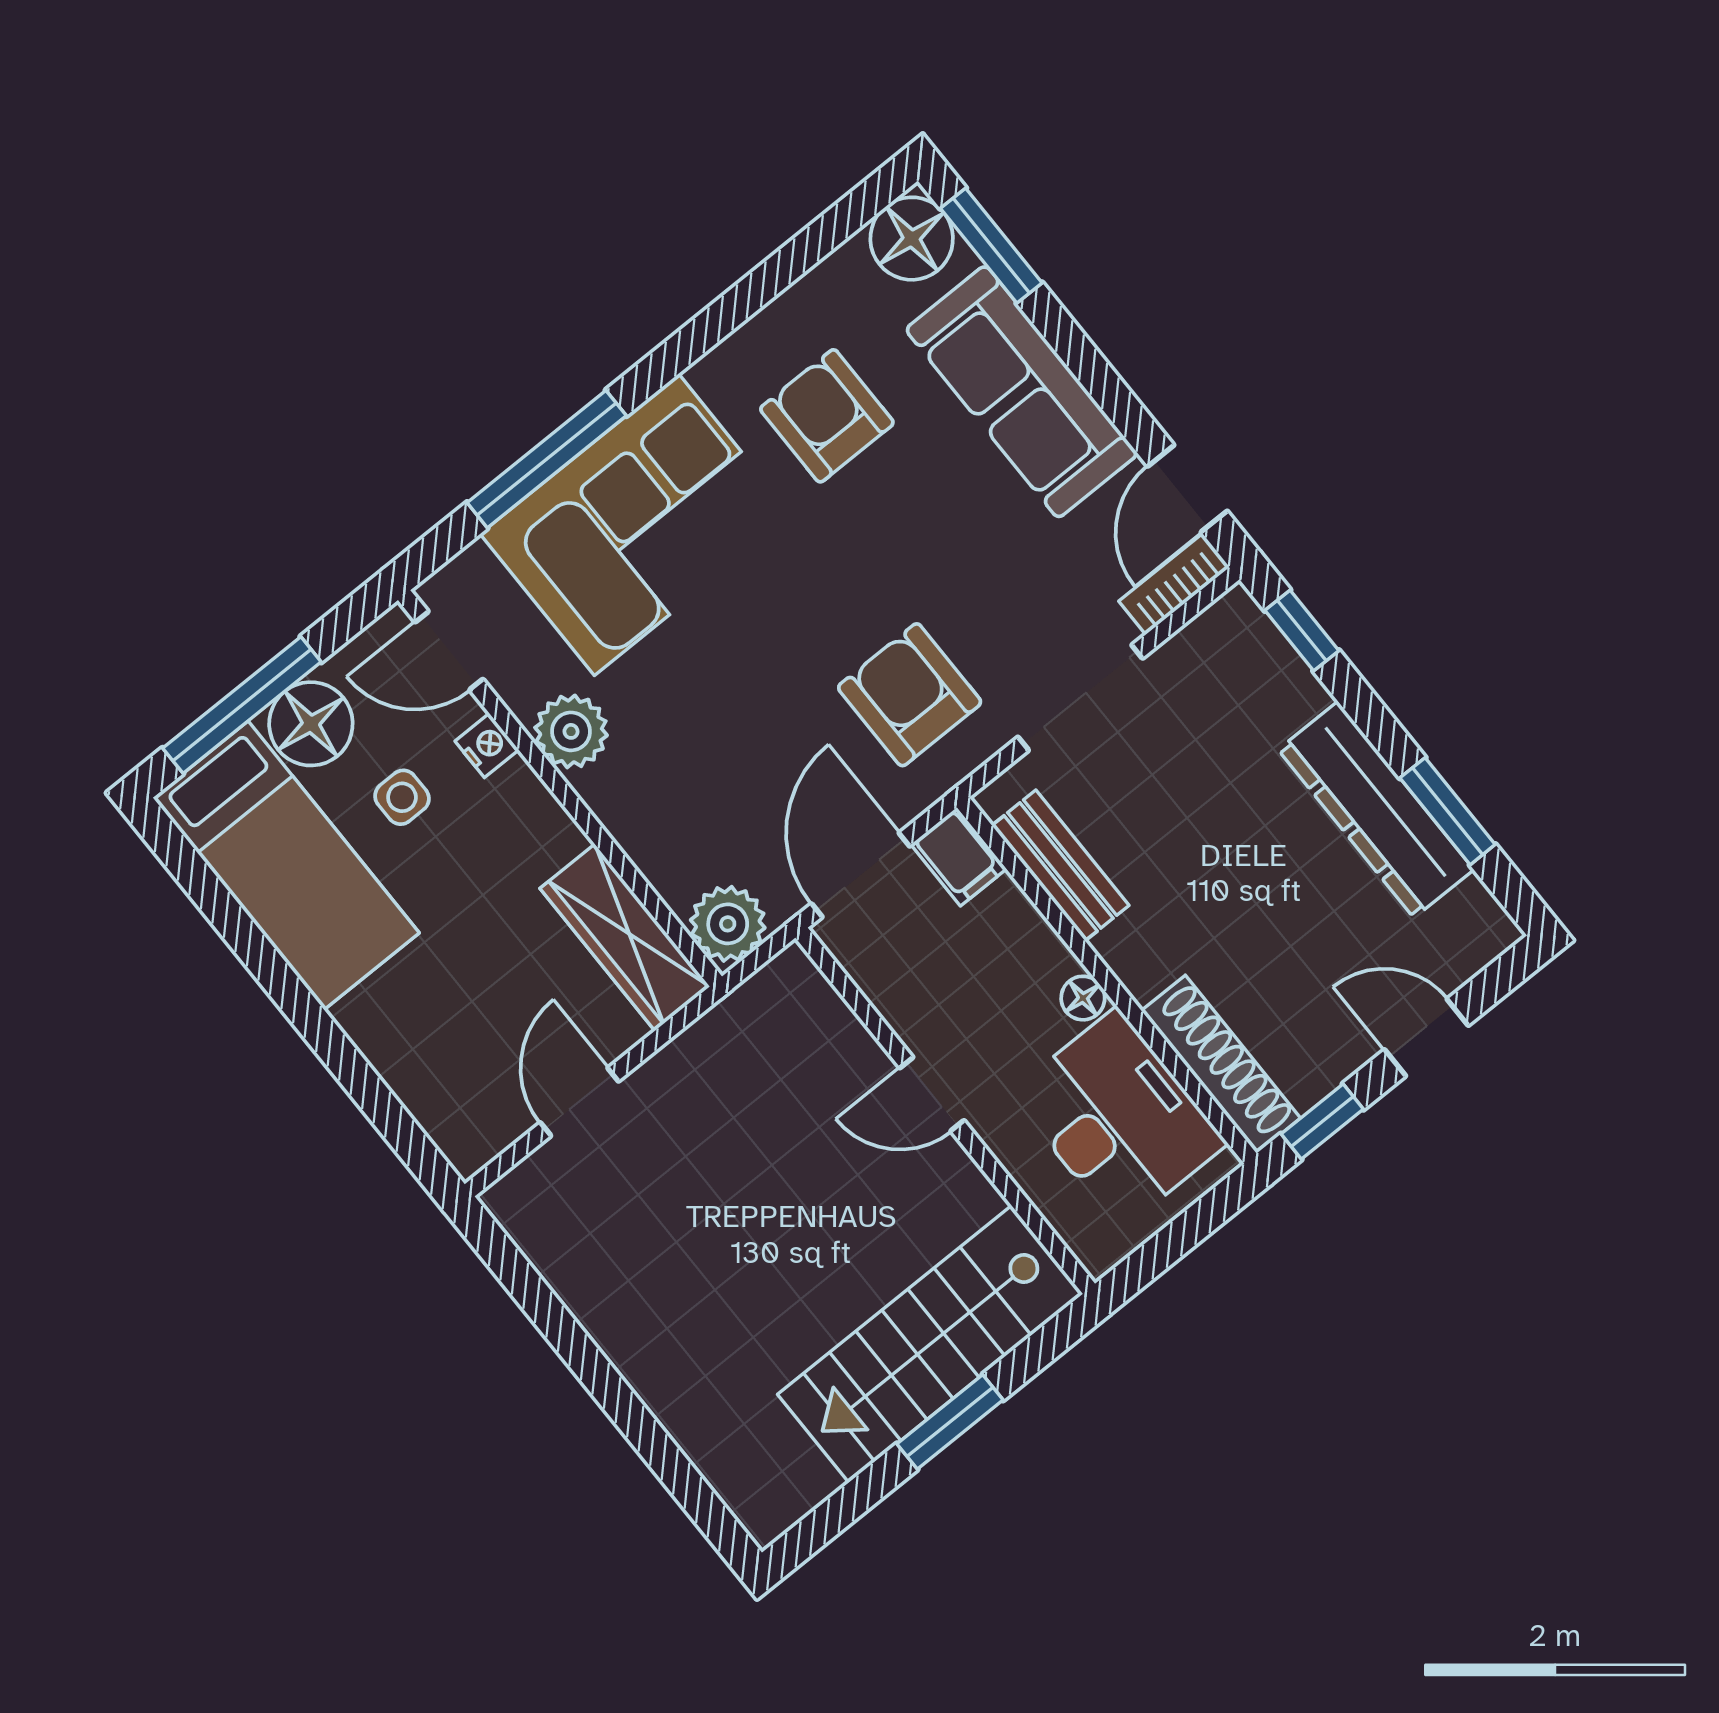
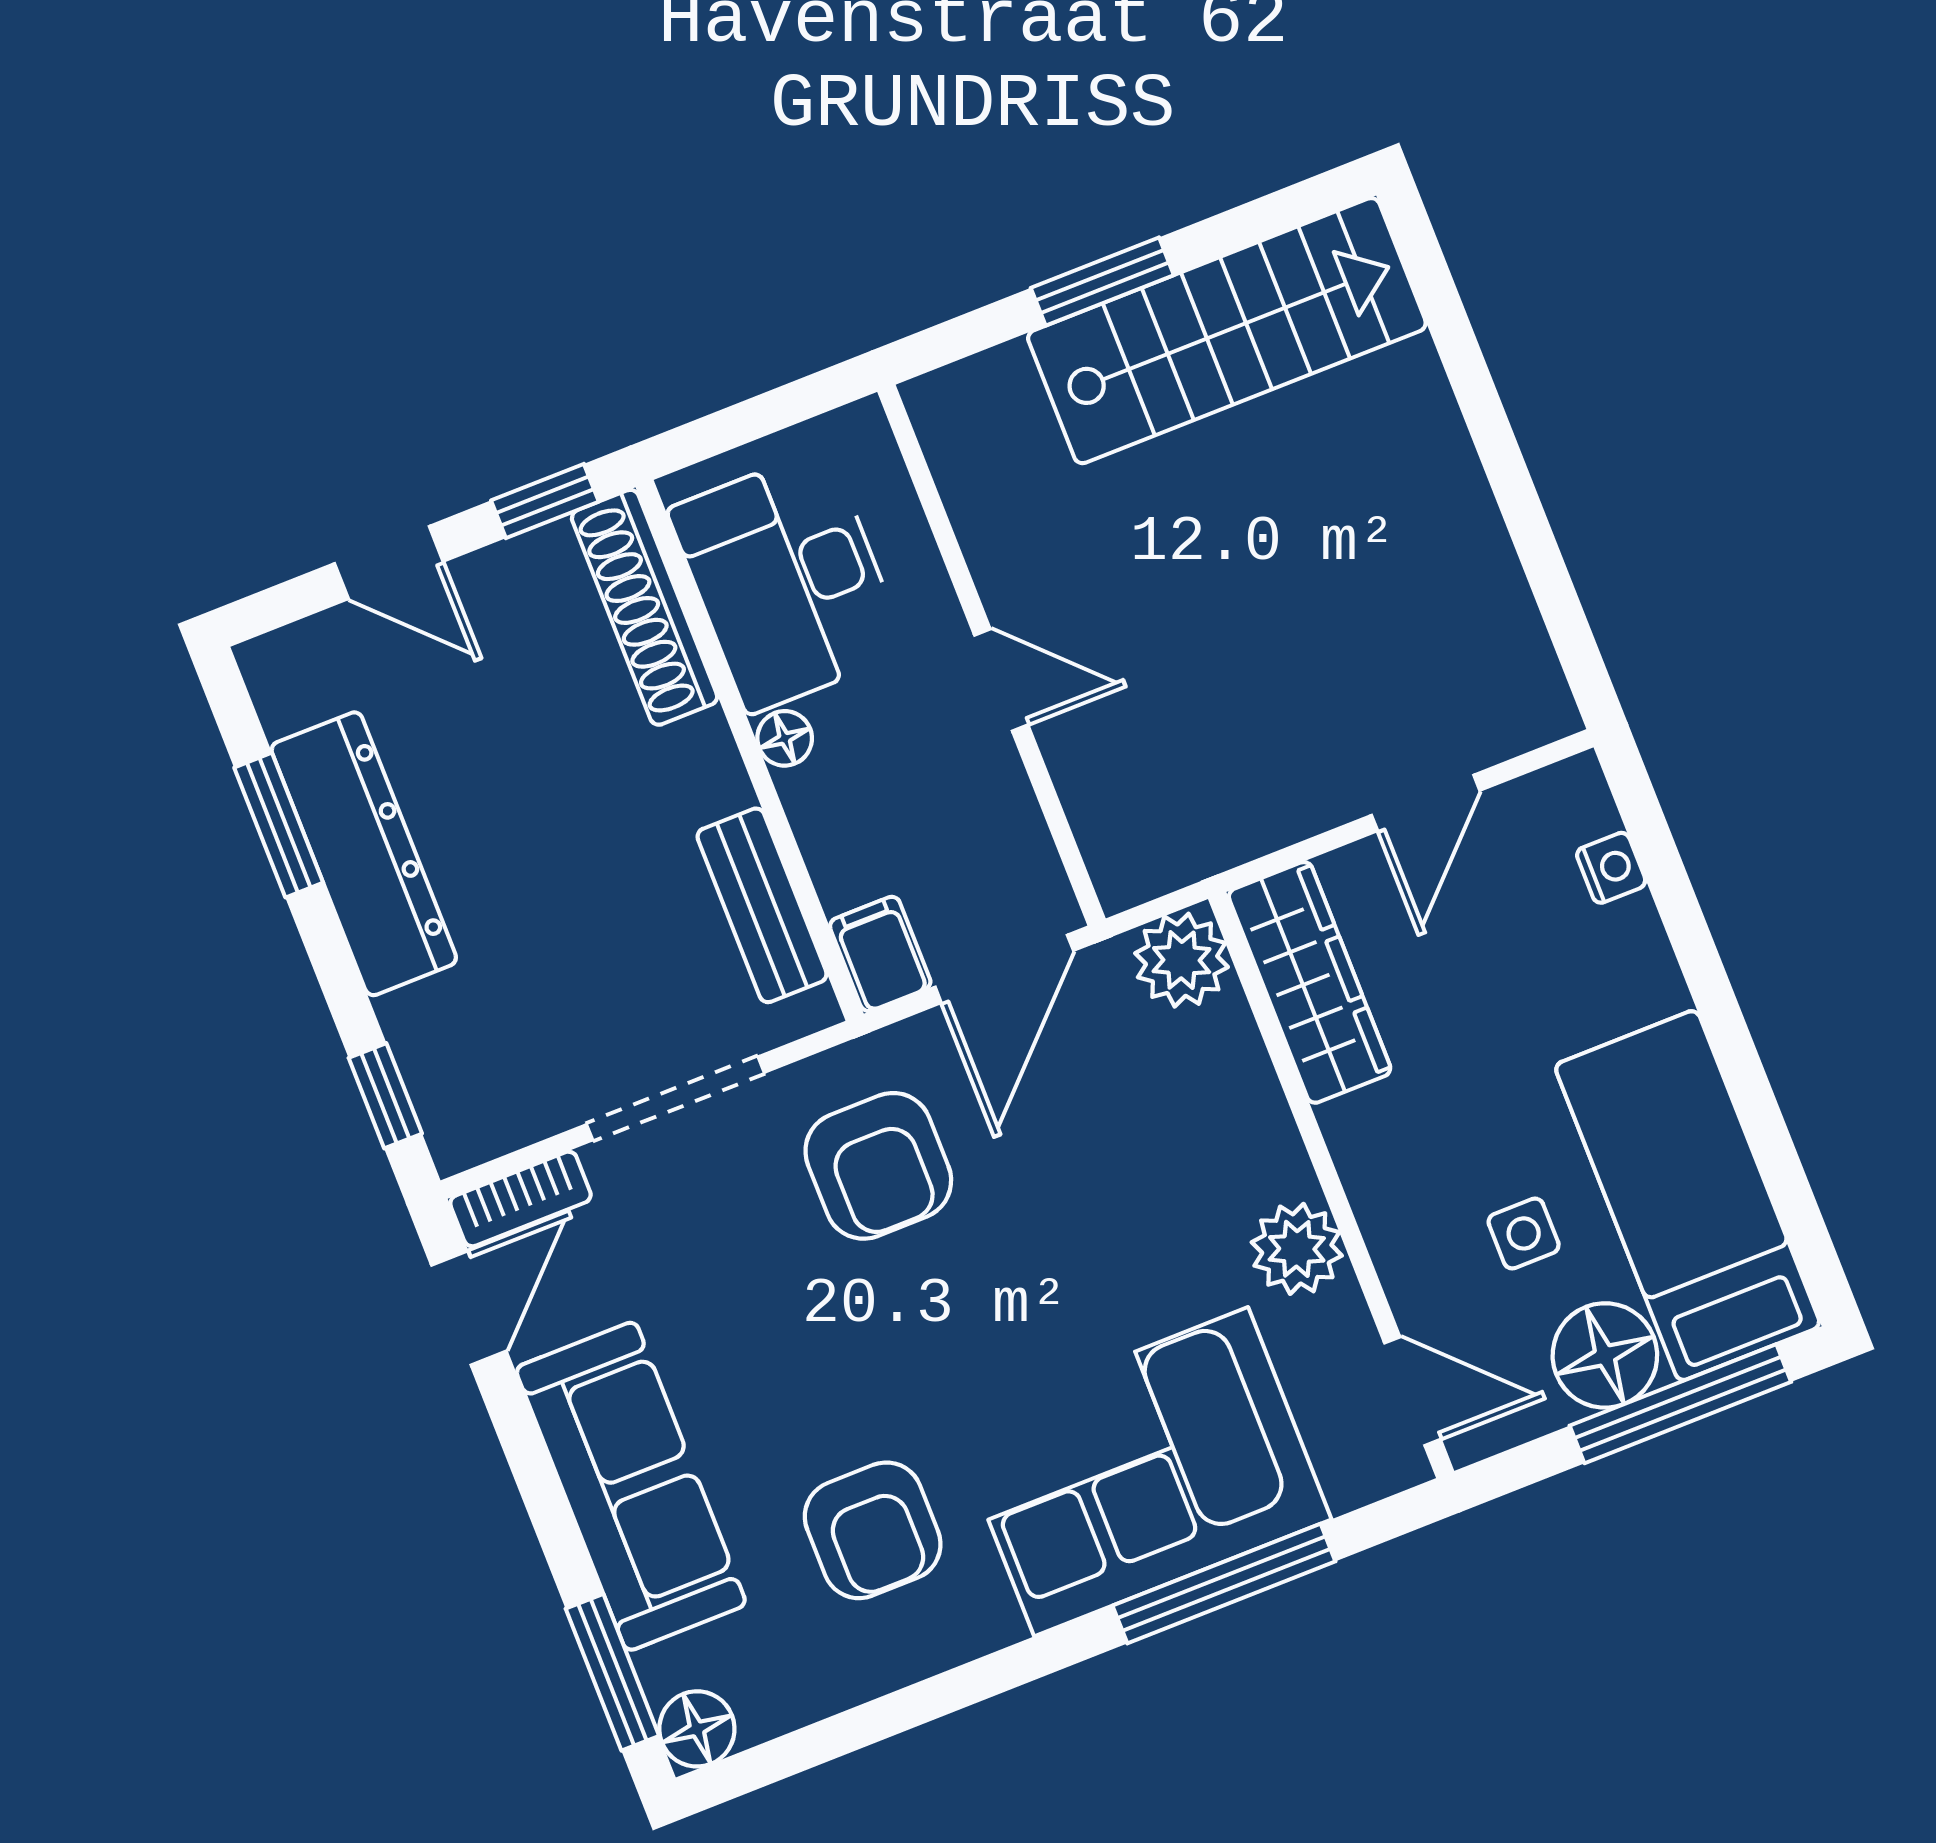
floor lamp: (912, 239) -> (697, 1729), width x0.73, depth x0.73
nightstand: (487, 745) -> (1611, 868), moved, turned 180
stairs: (930, 1344) -> (1227, 331), moved

